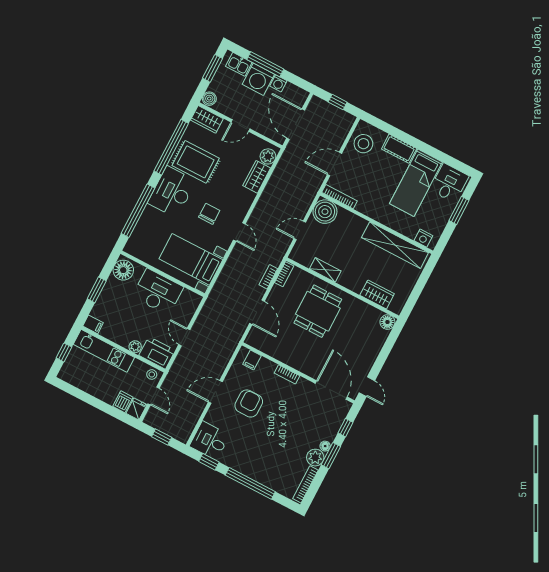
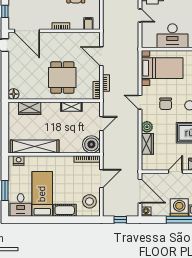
washing machine: (278, 83) -> (146, 212), moved
plant: (268, 156) -> (147, 127), moved

